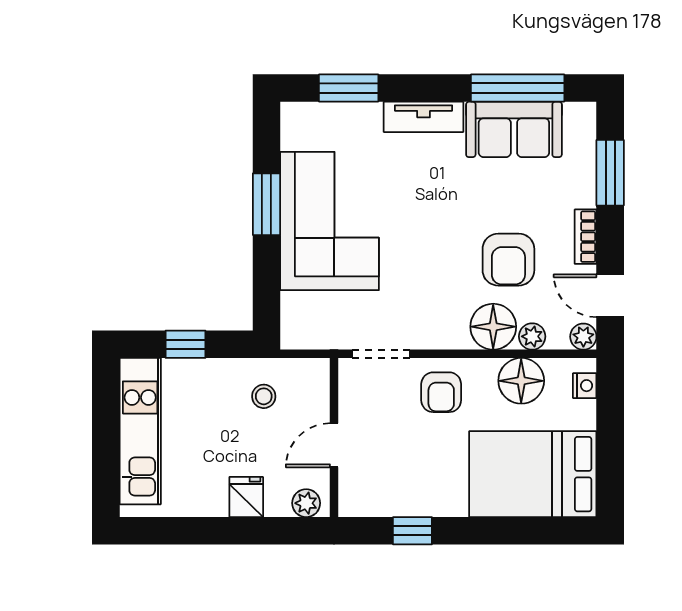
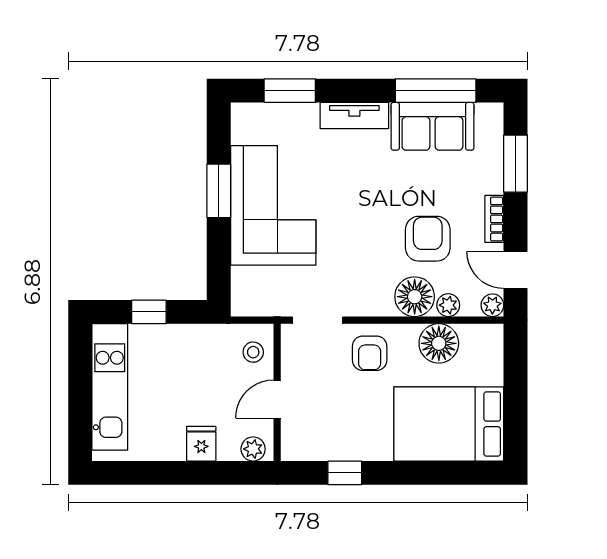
armchair: (508, 260) -> (428, 239), turned 180
nightstand: (585, 386) -> (494, 348), removed
stool: (264, 396) -> (253, 352), moved

